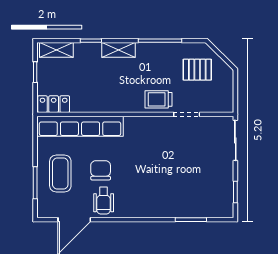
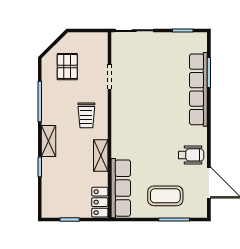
shelving: (56, 50) -> (101, 155), moved
trolley: (158, 99) -> (86, 115), moved
row of seats: (80, 126) -> (121, 188), width x0.73
chair: (101, 170) -> (162, 158), removed
row of seats: (173, 209) -> (198, 89), added

